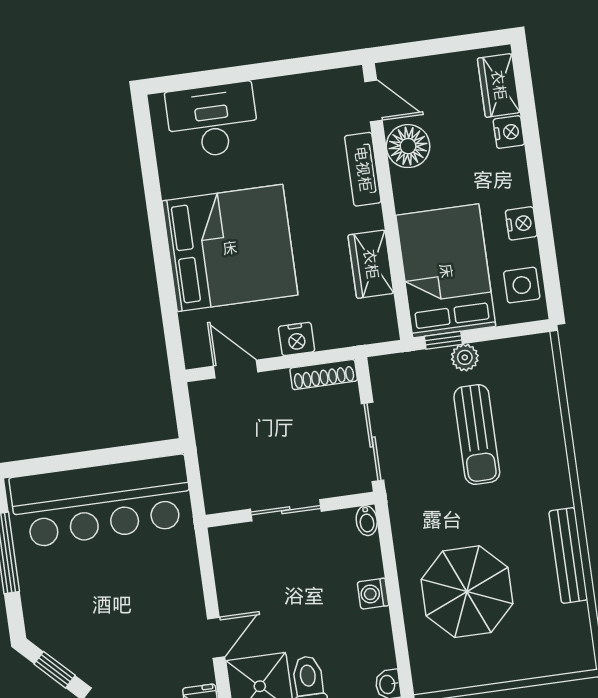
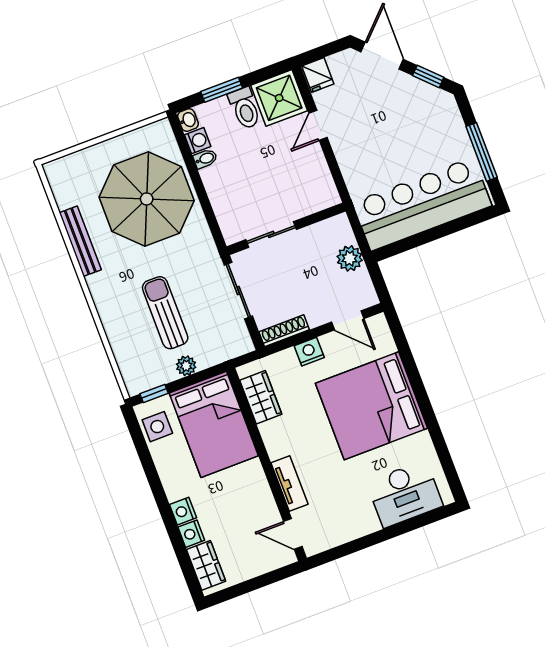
floor lamp: (408, 146) -> (261, 507), removed
nightstand: (521, 223) -> (183, 511), moved
wardrobe: (371, 264) -> (261, 397), moved
window: (443, 340) -> (154, 393), moved
plant: (214, 451) -> (350, 258), added
sliding door: (286, 510) -> (271, 234), moved
bidet: (367, 521) -> (205, 159), moved, turned 90
parasol: (467, 592) -> (147, 199), width x1.36, depth x1.36
washing machine: (373, 594) -> (198, 141), moved

